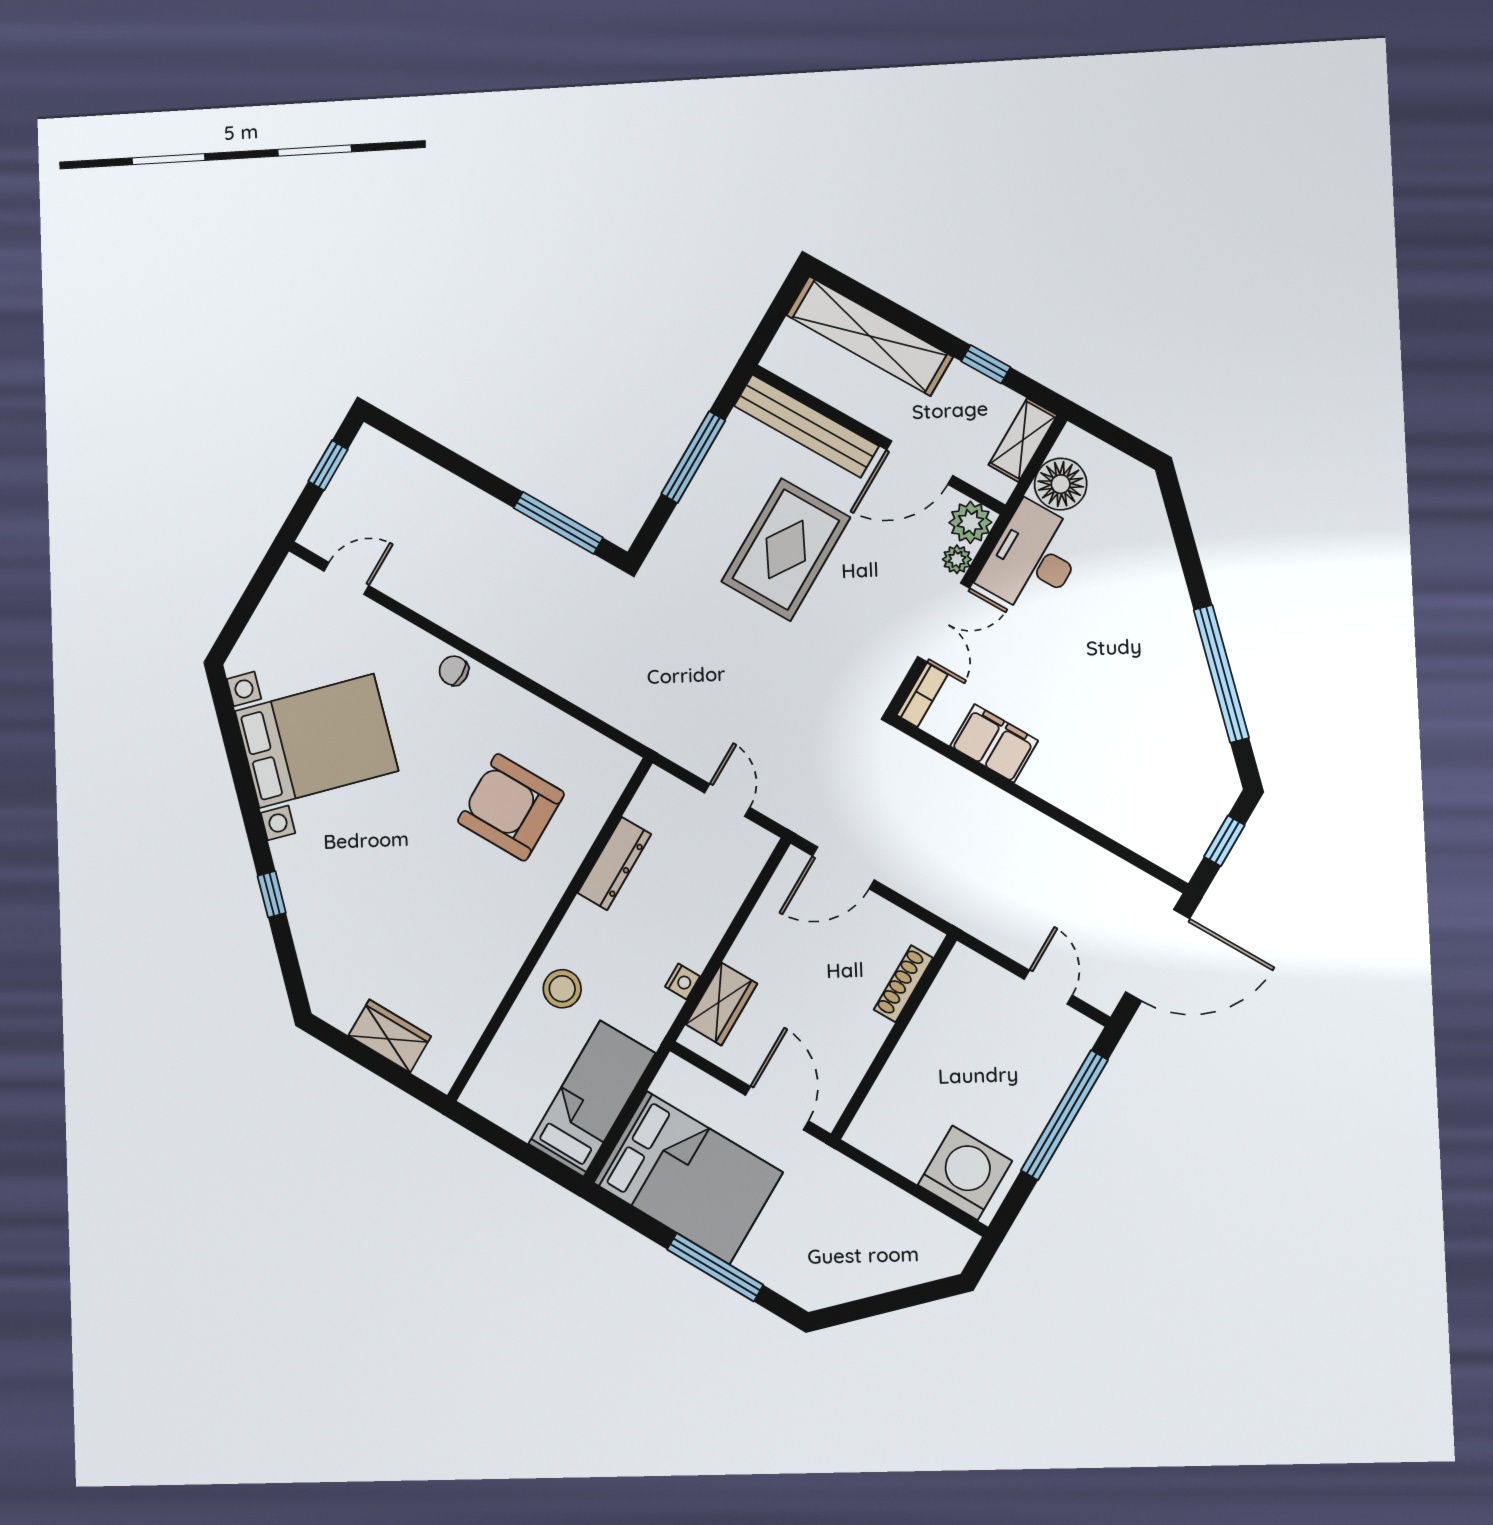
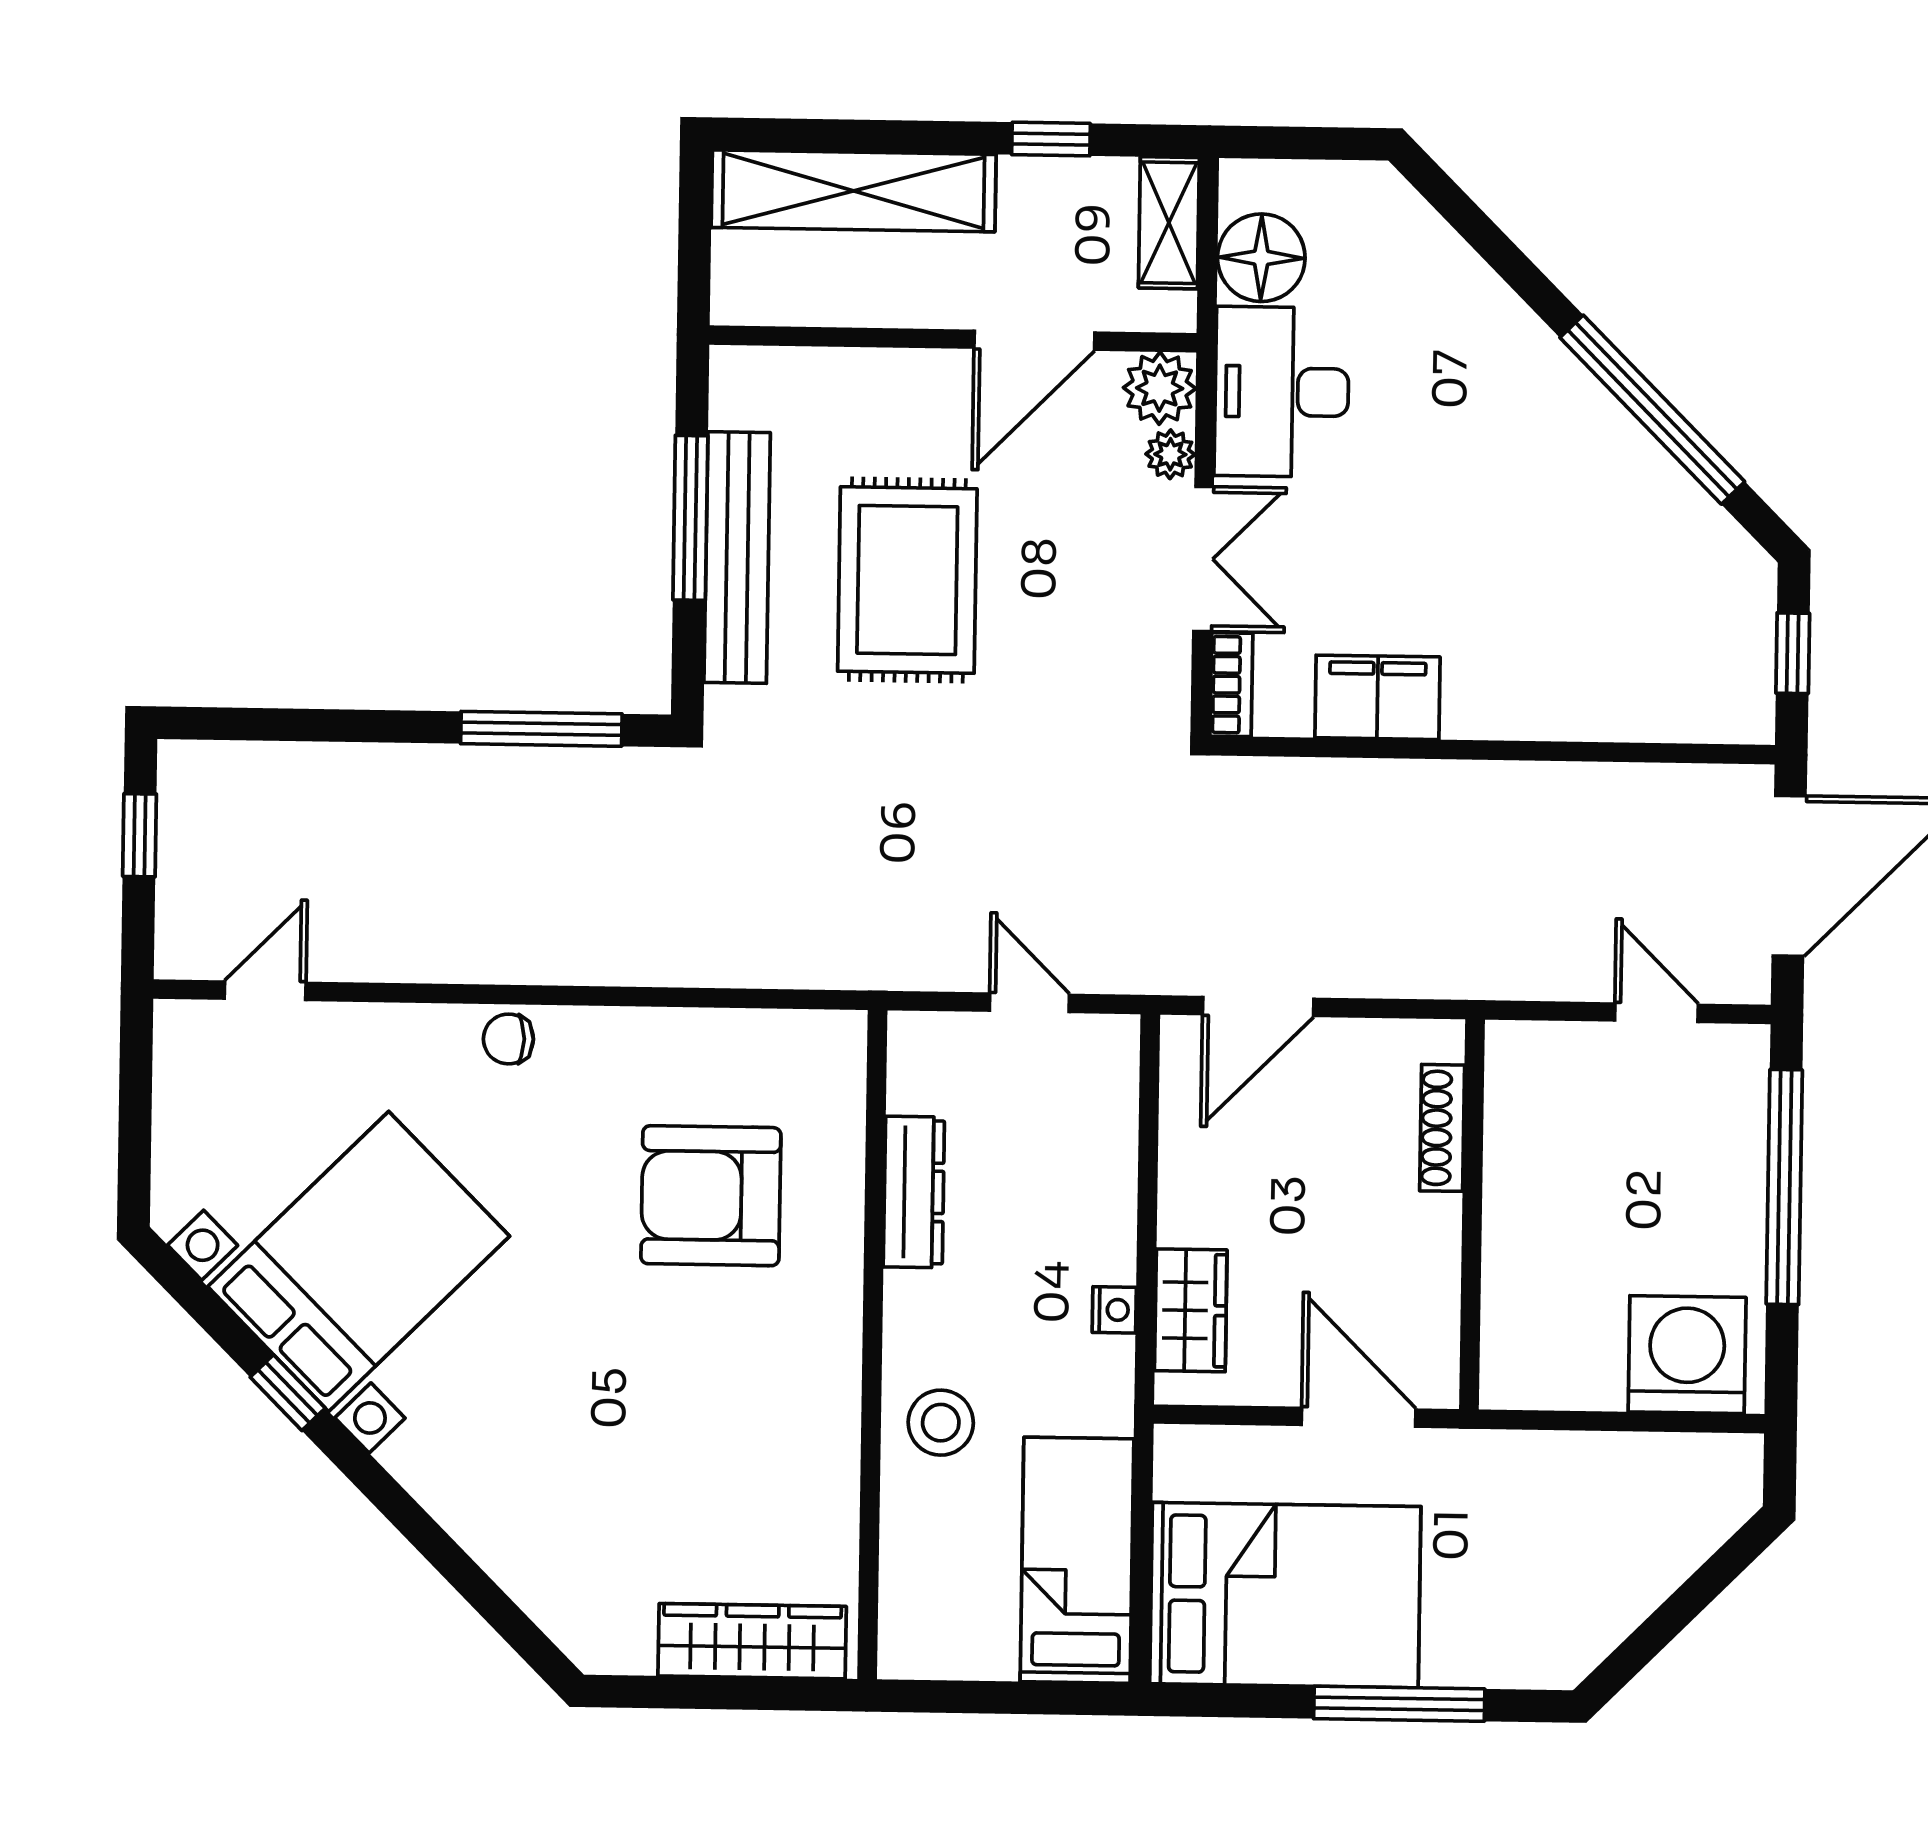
bench: (806, 426) -> (737, 558), moved, turned 90
window: (272, 894) -> (288, 1393), moved
wardrobe: (390, 1036) -> (752, 1641), width x1.50

